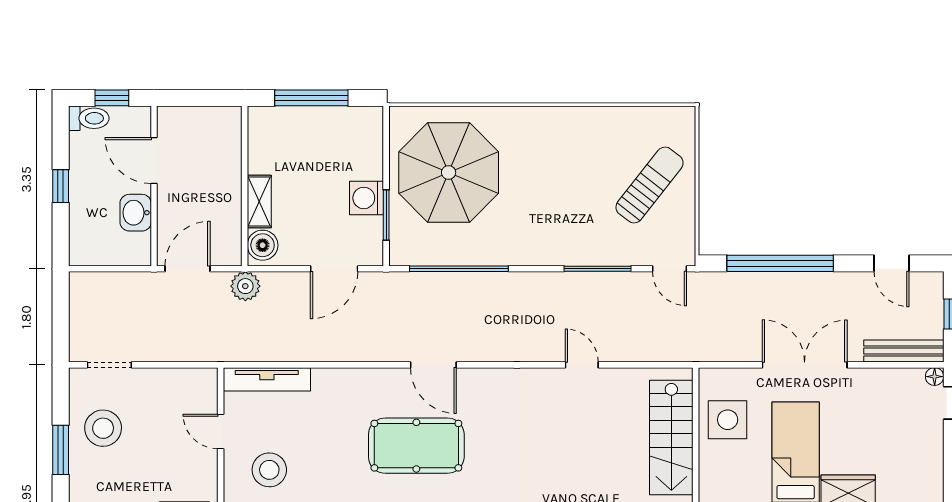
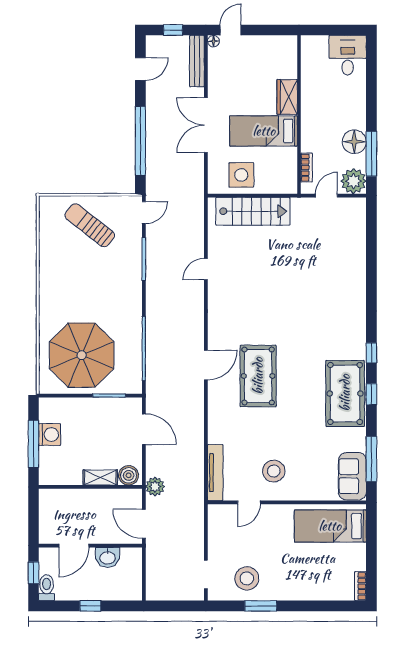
washing machine: (367, 198) -> (50, 435), moved, turned -90

